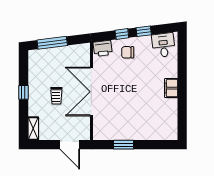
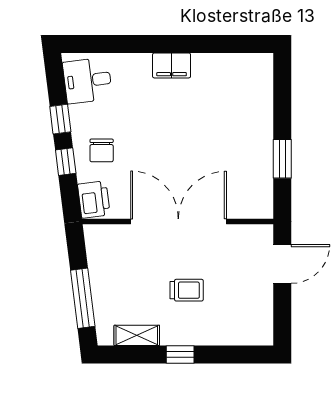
double door: (91, 92) -> (178, 221), swing flipped
shelving: (33, 128) -> (137, 335), moved

